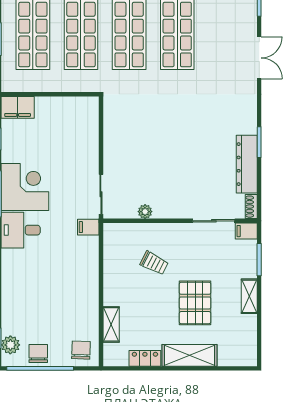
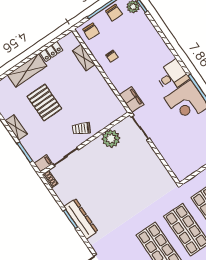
dresser: (247, 164) -> (81, 219), moved
plant: (145, 212) -> (111, 139), width x1.87, depth x1.87
filing cabinet: (88, 227) -> (132, 100), width x2.00
trolley: (154, 263) -> (81, 129), moved
chair: (76, 303) -> (112, 56), added

